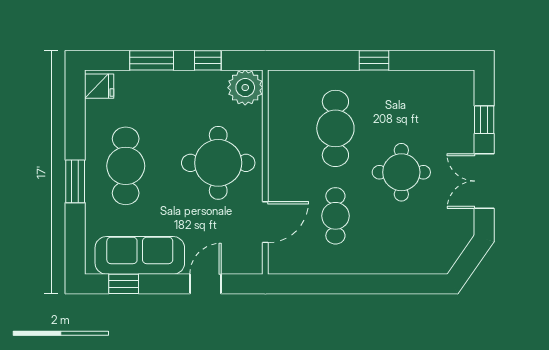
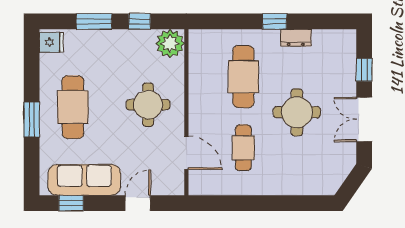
dresser: (400, 80) -> (296, 38), added
round table: (218, 163) -> (148, 105), width x0.73, depth x0.73
door: (265, 222) -> (186, 153), hinge flipped

